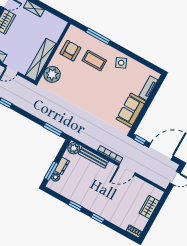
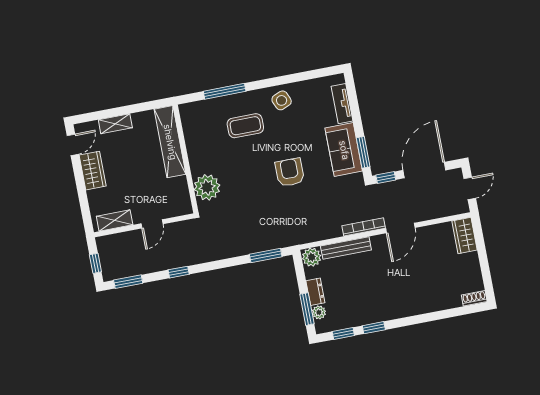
armchair: (70, 51) -> (290, 172), moved
shelving: (41, 60) -> (170, 142), moved
window: (139, 119) -> (363, 152), added
wardrobe: (149, 207) -> (465, 235), moved
window: (98, 218) -> (343, 333), moved

